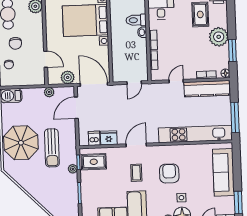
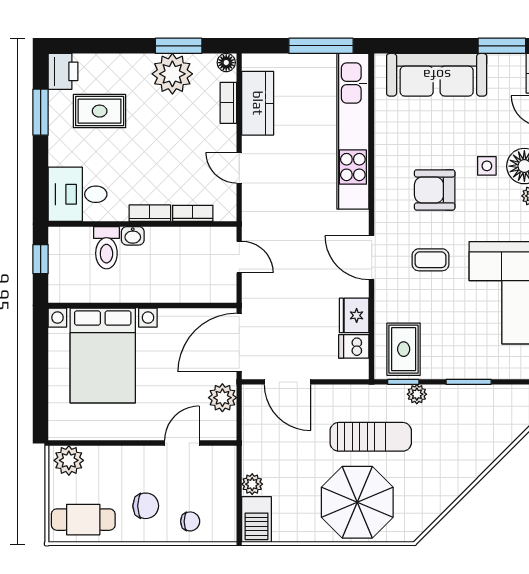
plant: (219, 37) -> (172, 74), moved
kitchen counter: (207, 89) -> (258, 103), width x0.67
plant: (49, 92) -> (252, 484), moved

